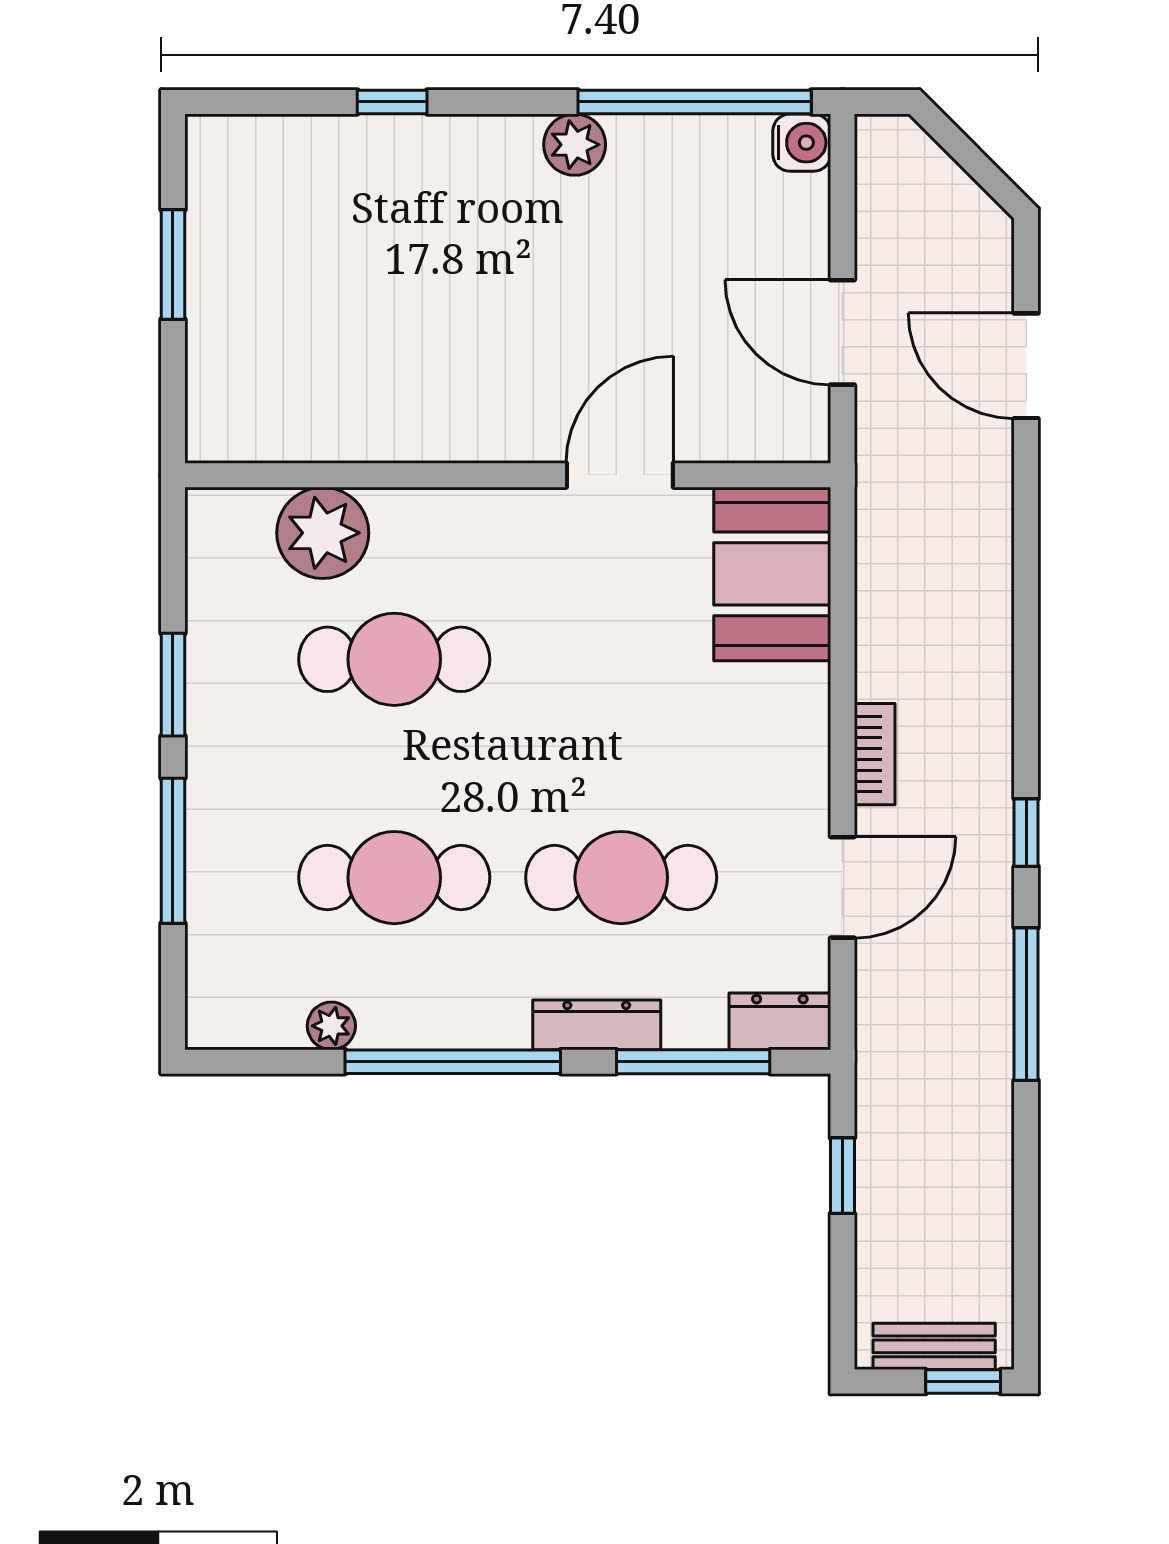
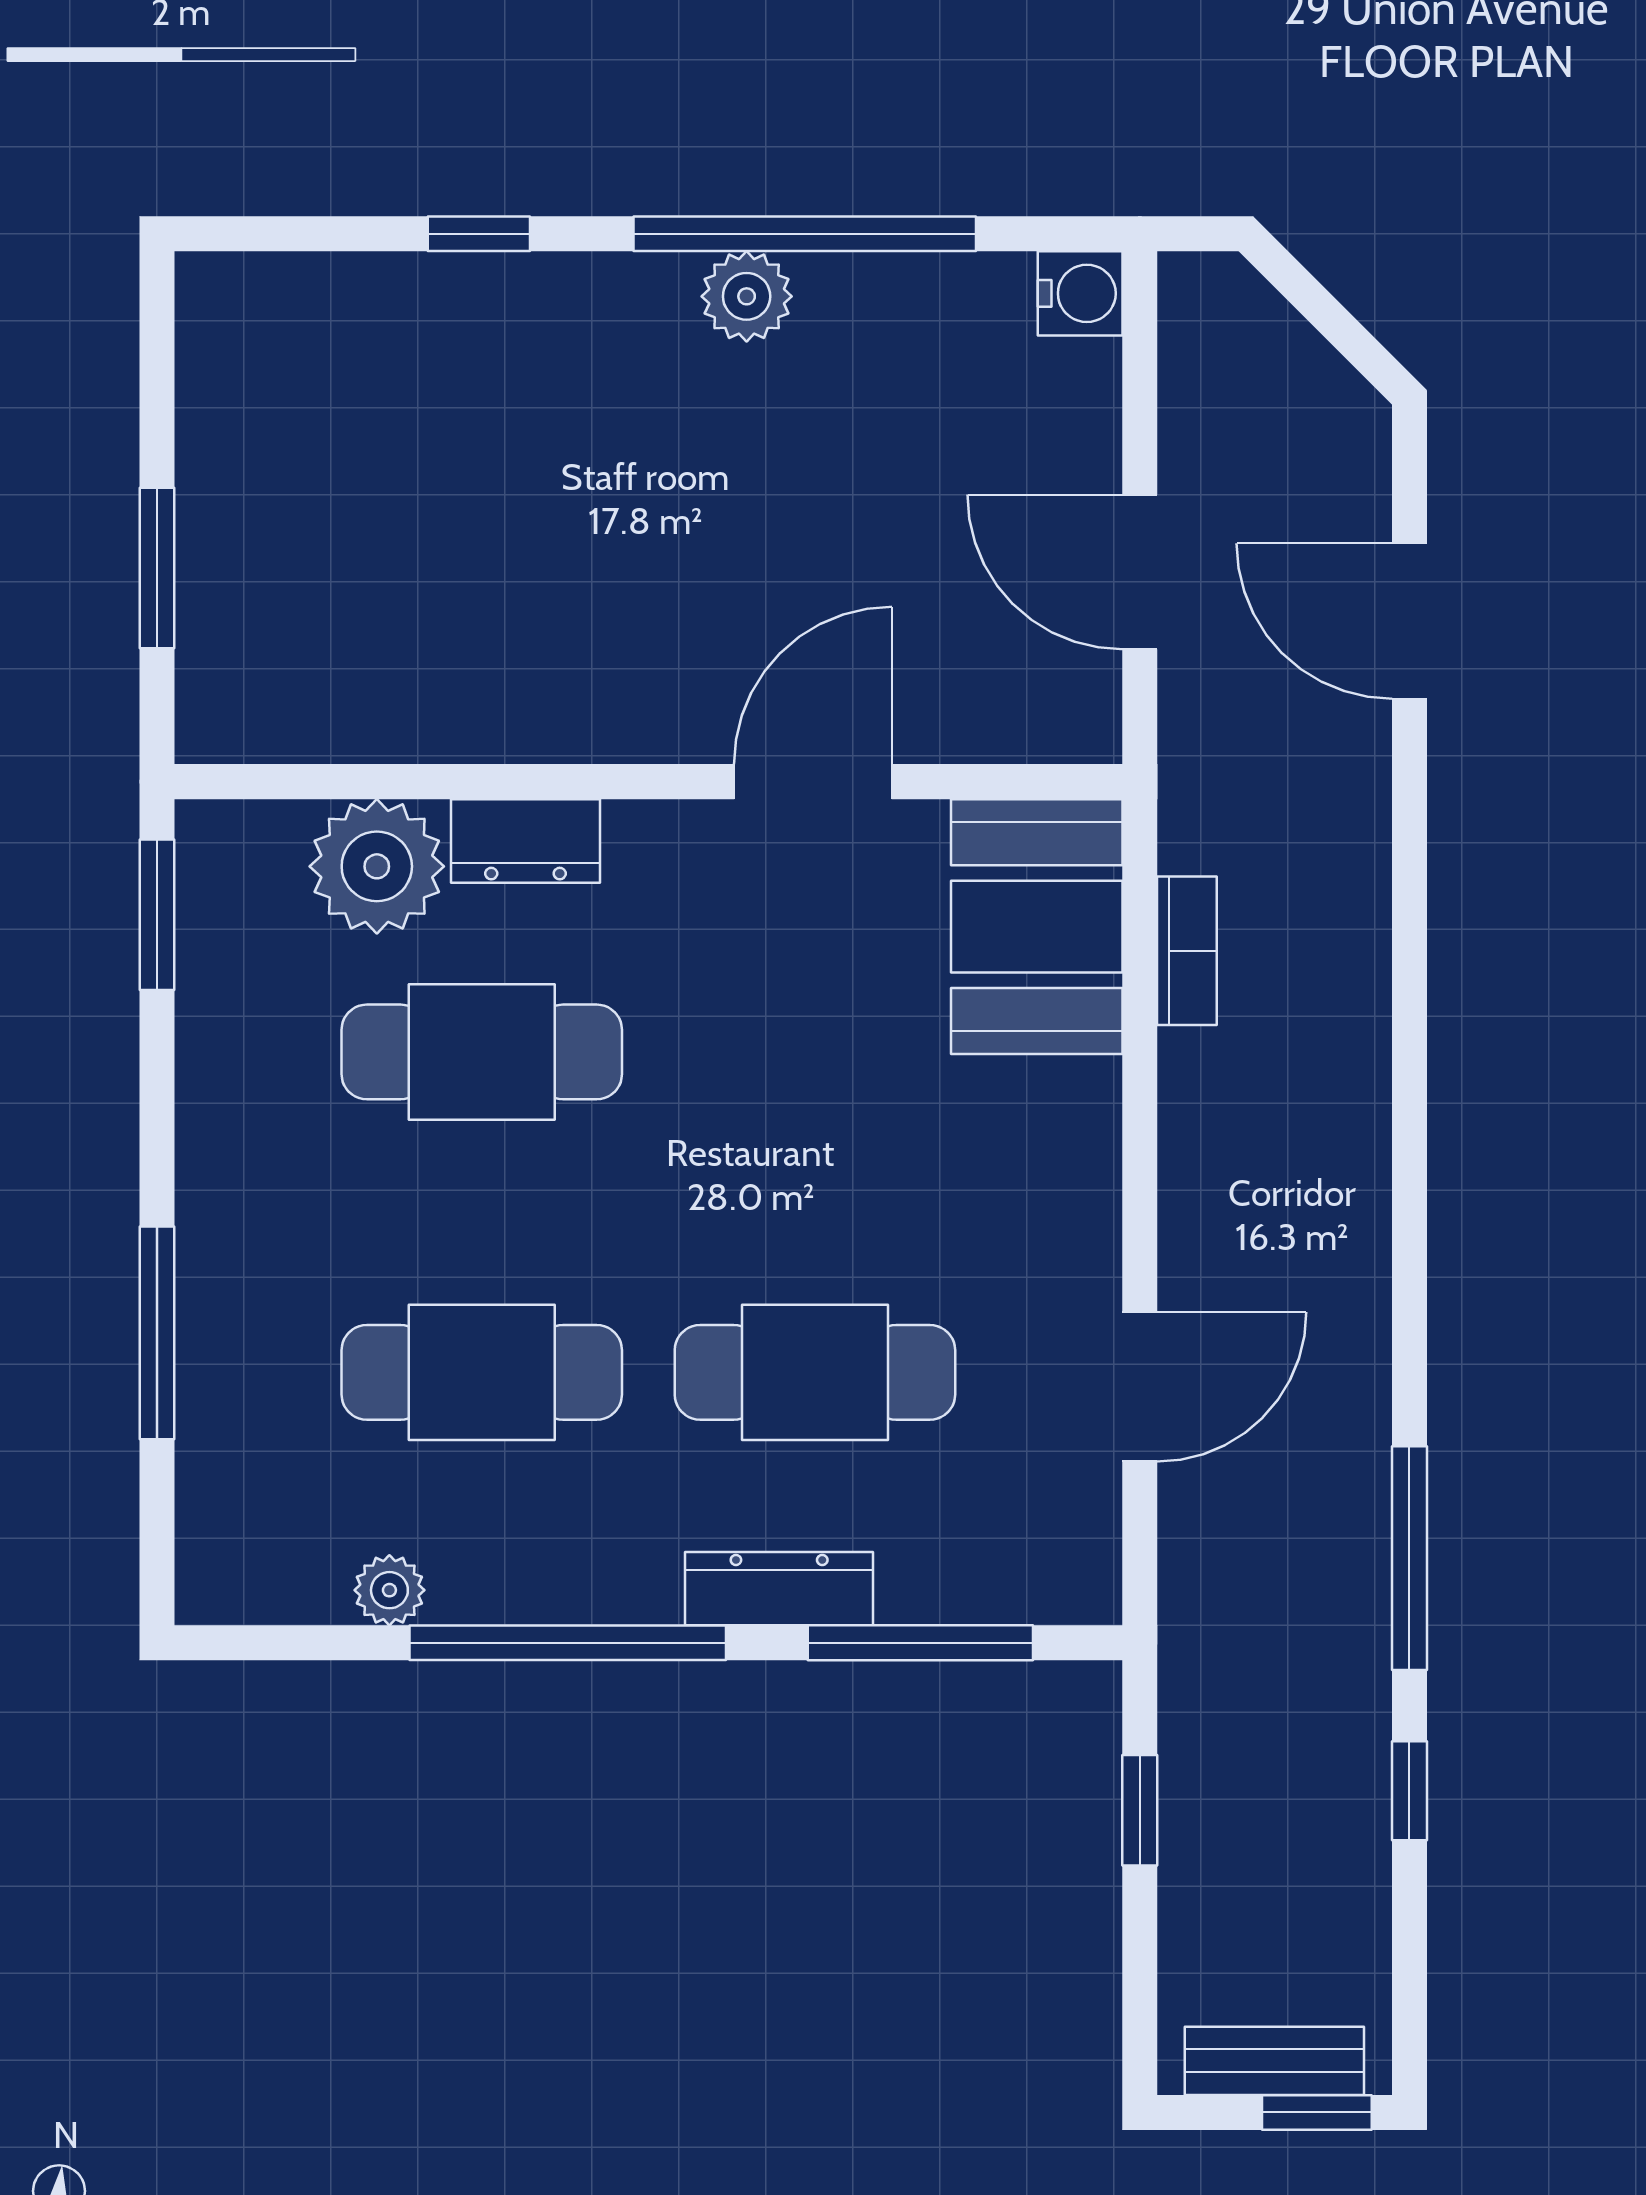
window: (695, 102) -> (805, 234), moved
window: (173, 265) -> (157, 568), moved
window: (173, 685) -> (157, 915), moved
bookcase: (875, 754) -> (1187, 951), moved
window: (1026, 833) -> (1409, 1791), moved
dresser: (780, 1021) -> (525, 841), moved, turned 180

